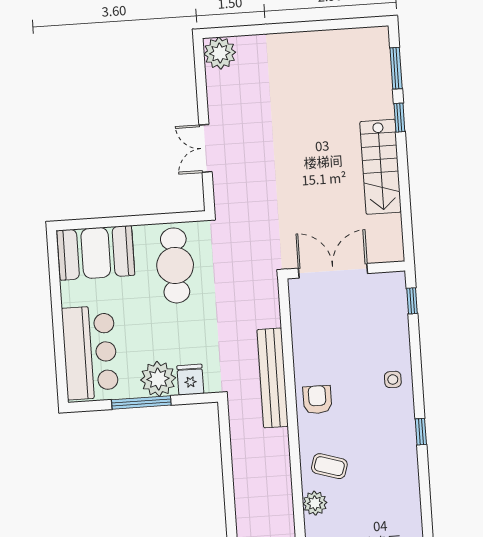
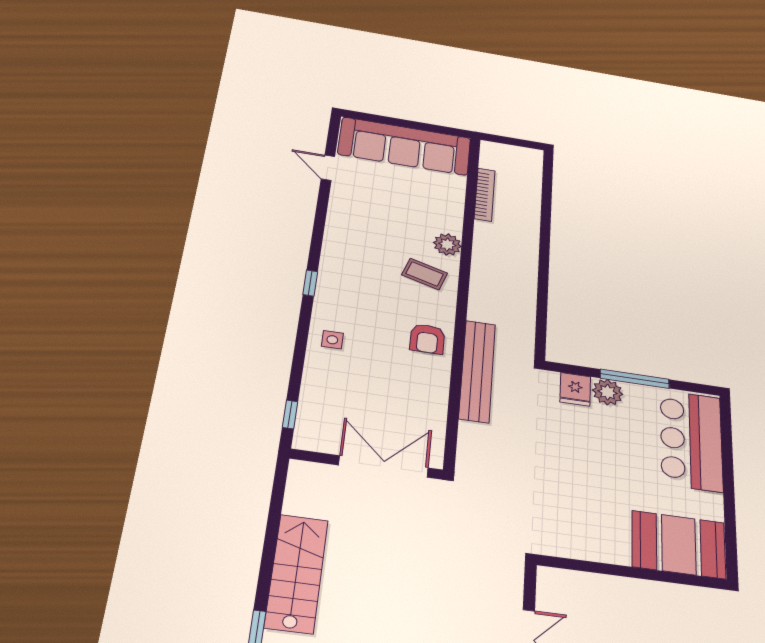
cafe table: (175, 265) -> (581, 511), removed
double door: (333, 271) -> (384, 466), swing flipped
plant: (158, 379) -> (608, 392), width x0.73, depth x0.73

